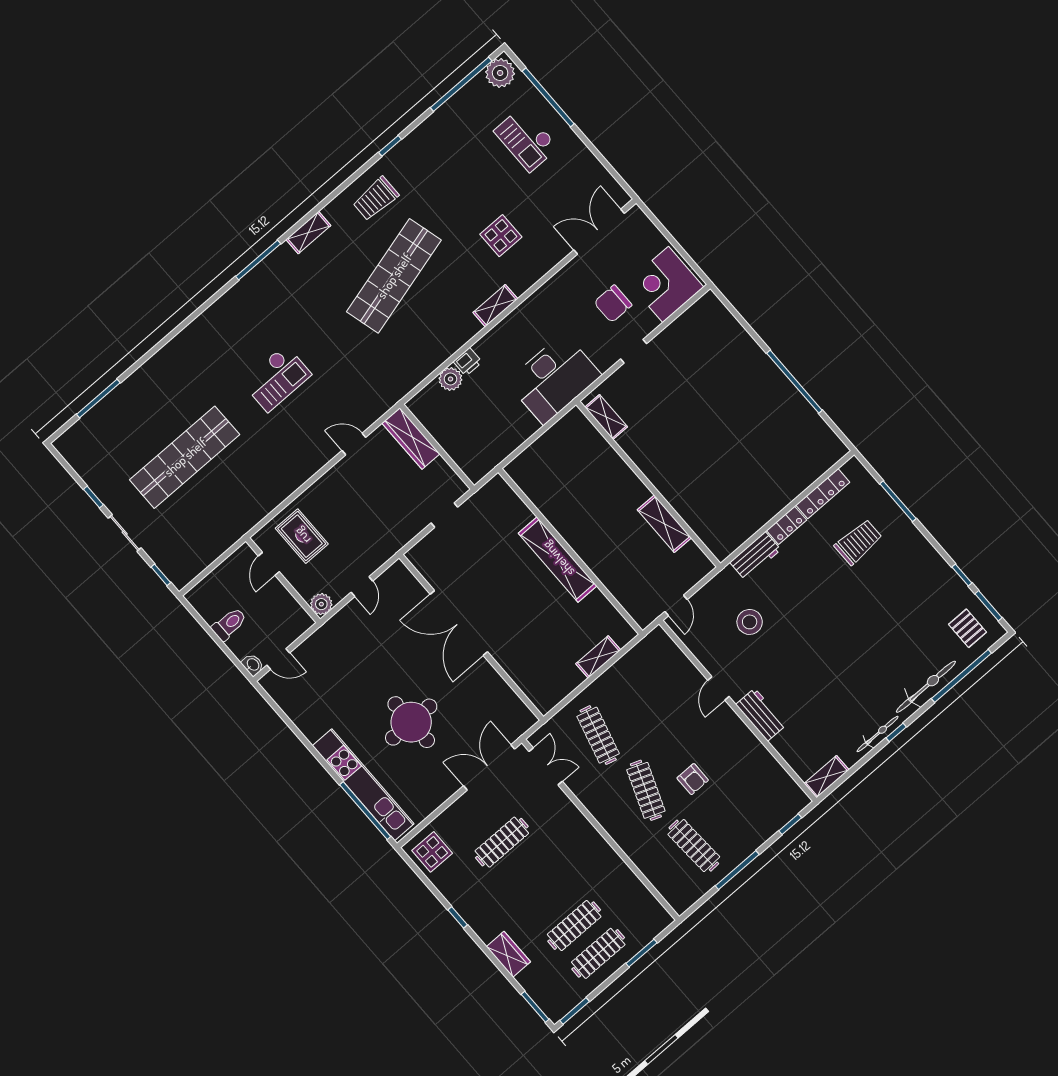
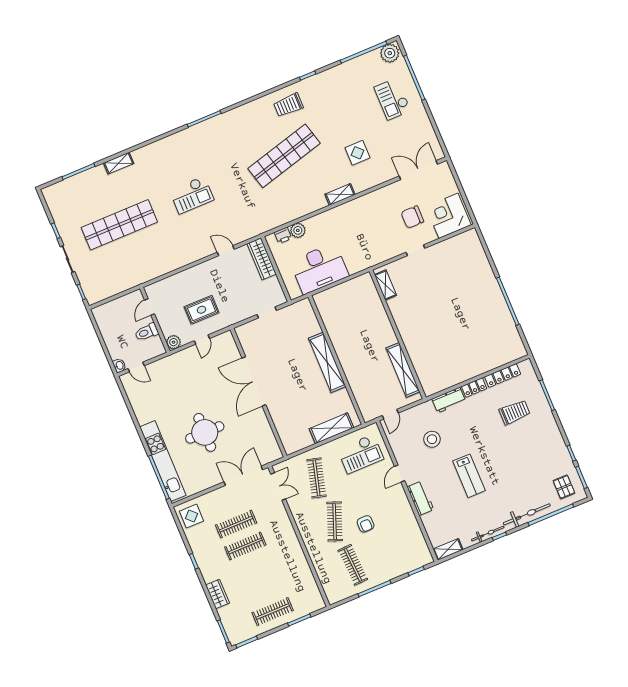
shelving: (308, 232) -> (119, 163), moved
printer: (468, 362) -> (283, 235), moved
desk: (554, 379) -> (319, 268), moved
shelving: (664, 524) -> (403, 370), width x1.47
rug: (302, 536) -> (202, 310), moved, turned 90
toilet: (229, 624) -> (147, 332), moved, turned 180
shelving: (598, 657) -> (332, 428), width x1.50, depth x1.33
lab bench: (822, 658) -> (469, 476), added
checkout: (651, 678) -> (361, 454), added
clothes rail: (574, 926) -> (245, 546), moved

